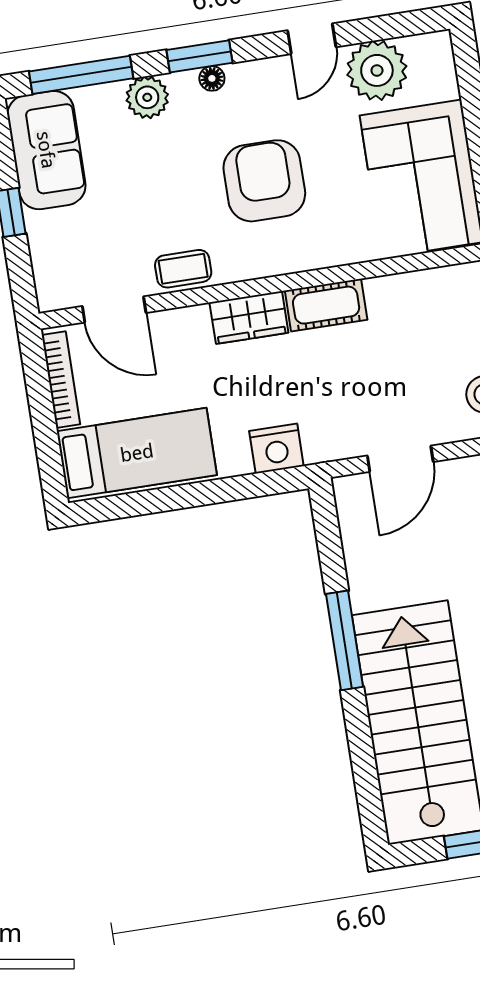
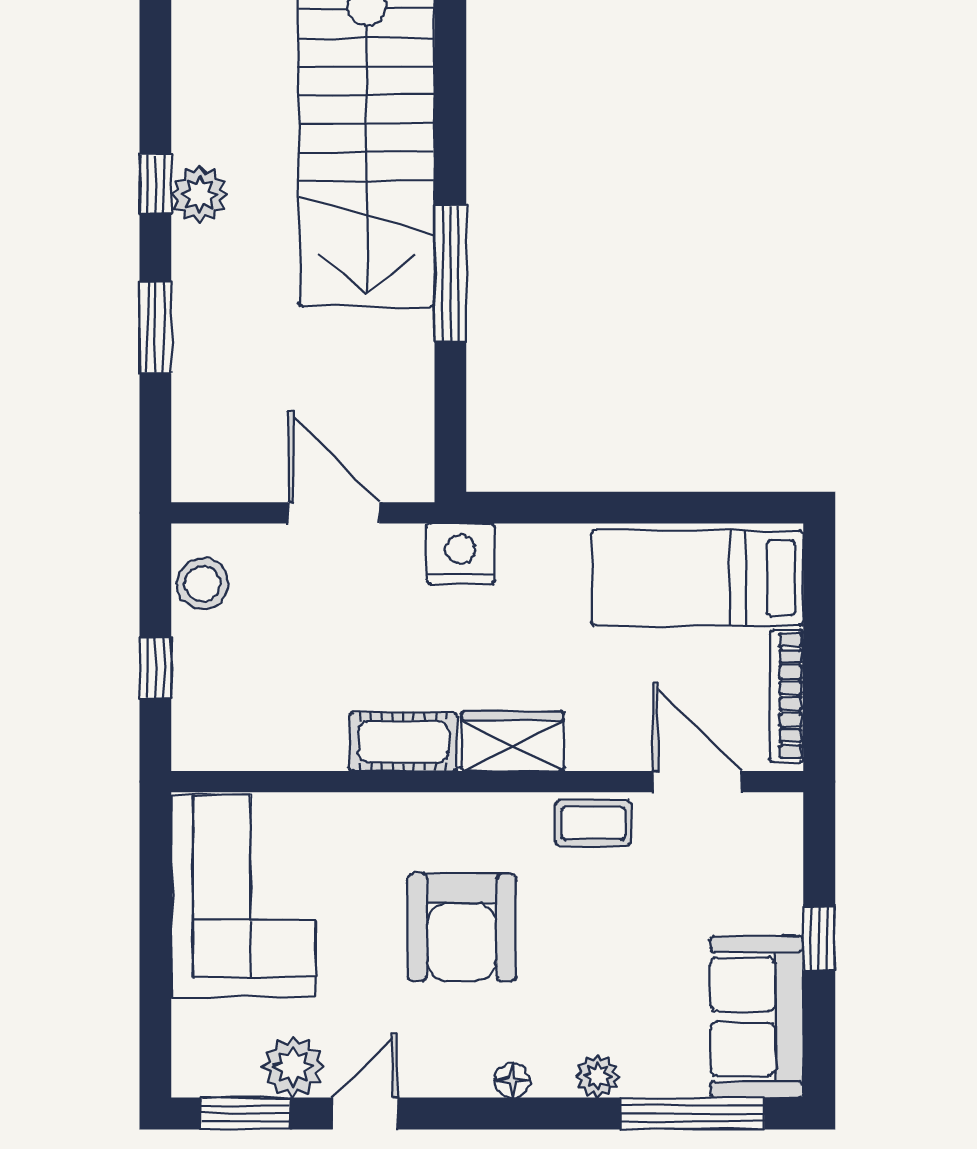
window: (200, 56) -> (245, 1113), moved
plant: (377, 70) -> (293, 1067), width x0.73, depth x0.73
plant: (147, 97) -> (598, 1076), width x0.73, depth x0.73
nightstand: (276, 449) -> (460, 554), moved
door: (400, 459) -> (334, 513), hinge flipped

